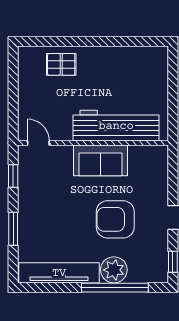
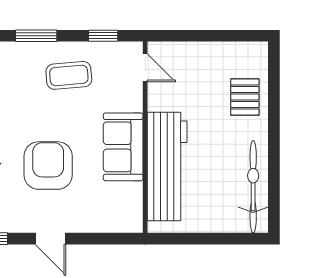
bicycle: (132, 58) -> (253, 187), added
door: (38, 143) -> (145, 68), hinge flipped
coffee table: (44, 203) -> (69, 75), added

